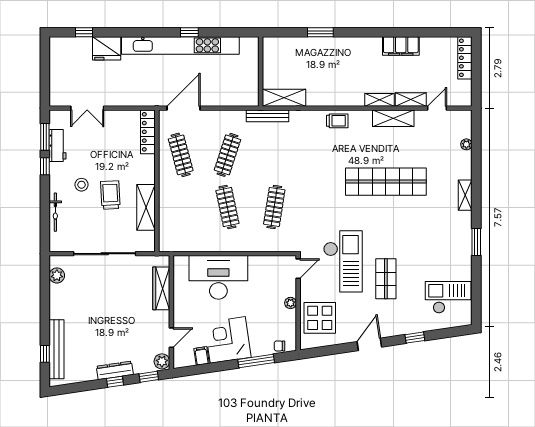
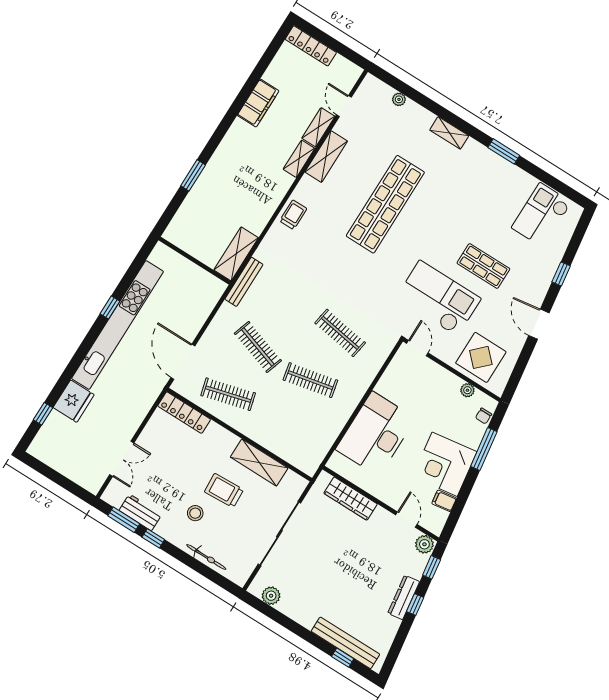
plant: (291, 303) -> (467, 390), moved

